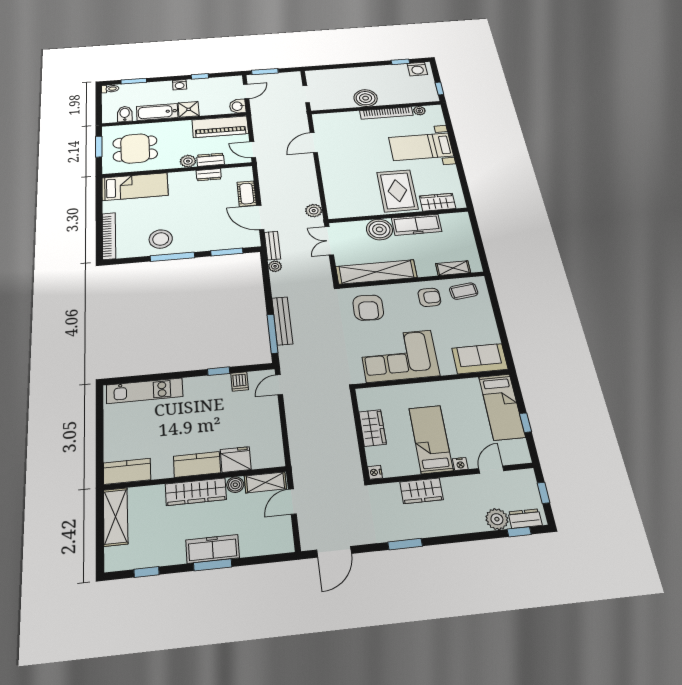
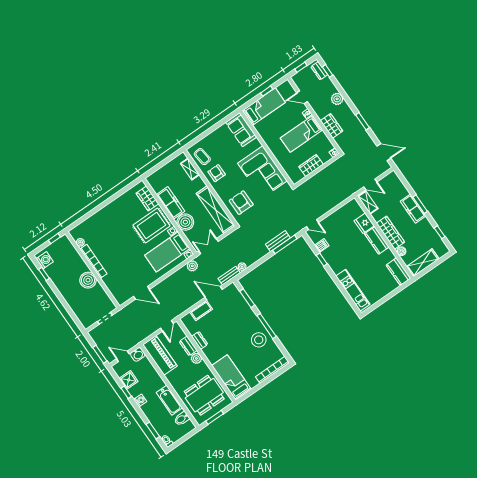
shower: (189, 109) -> (129, 380), moved
bed with nightstands: (421, 147) -> (167, 252), moved, turned 90
dining table: (135, 149) -> (204, 395), width x1.38
door: (260, 217) -> (214, 293), swing flipped
double door: (329, 241) -> (209, 246), swing flipped
armchair: (368, 308) -> (241, 203), turned -92
bench: (282, 321) -> (278, 241), width x0.73
boiler: (235, 485) -> (401, 251), moved
plant: (497, 519) -> (337, 99), moved

